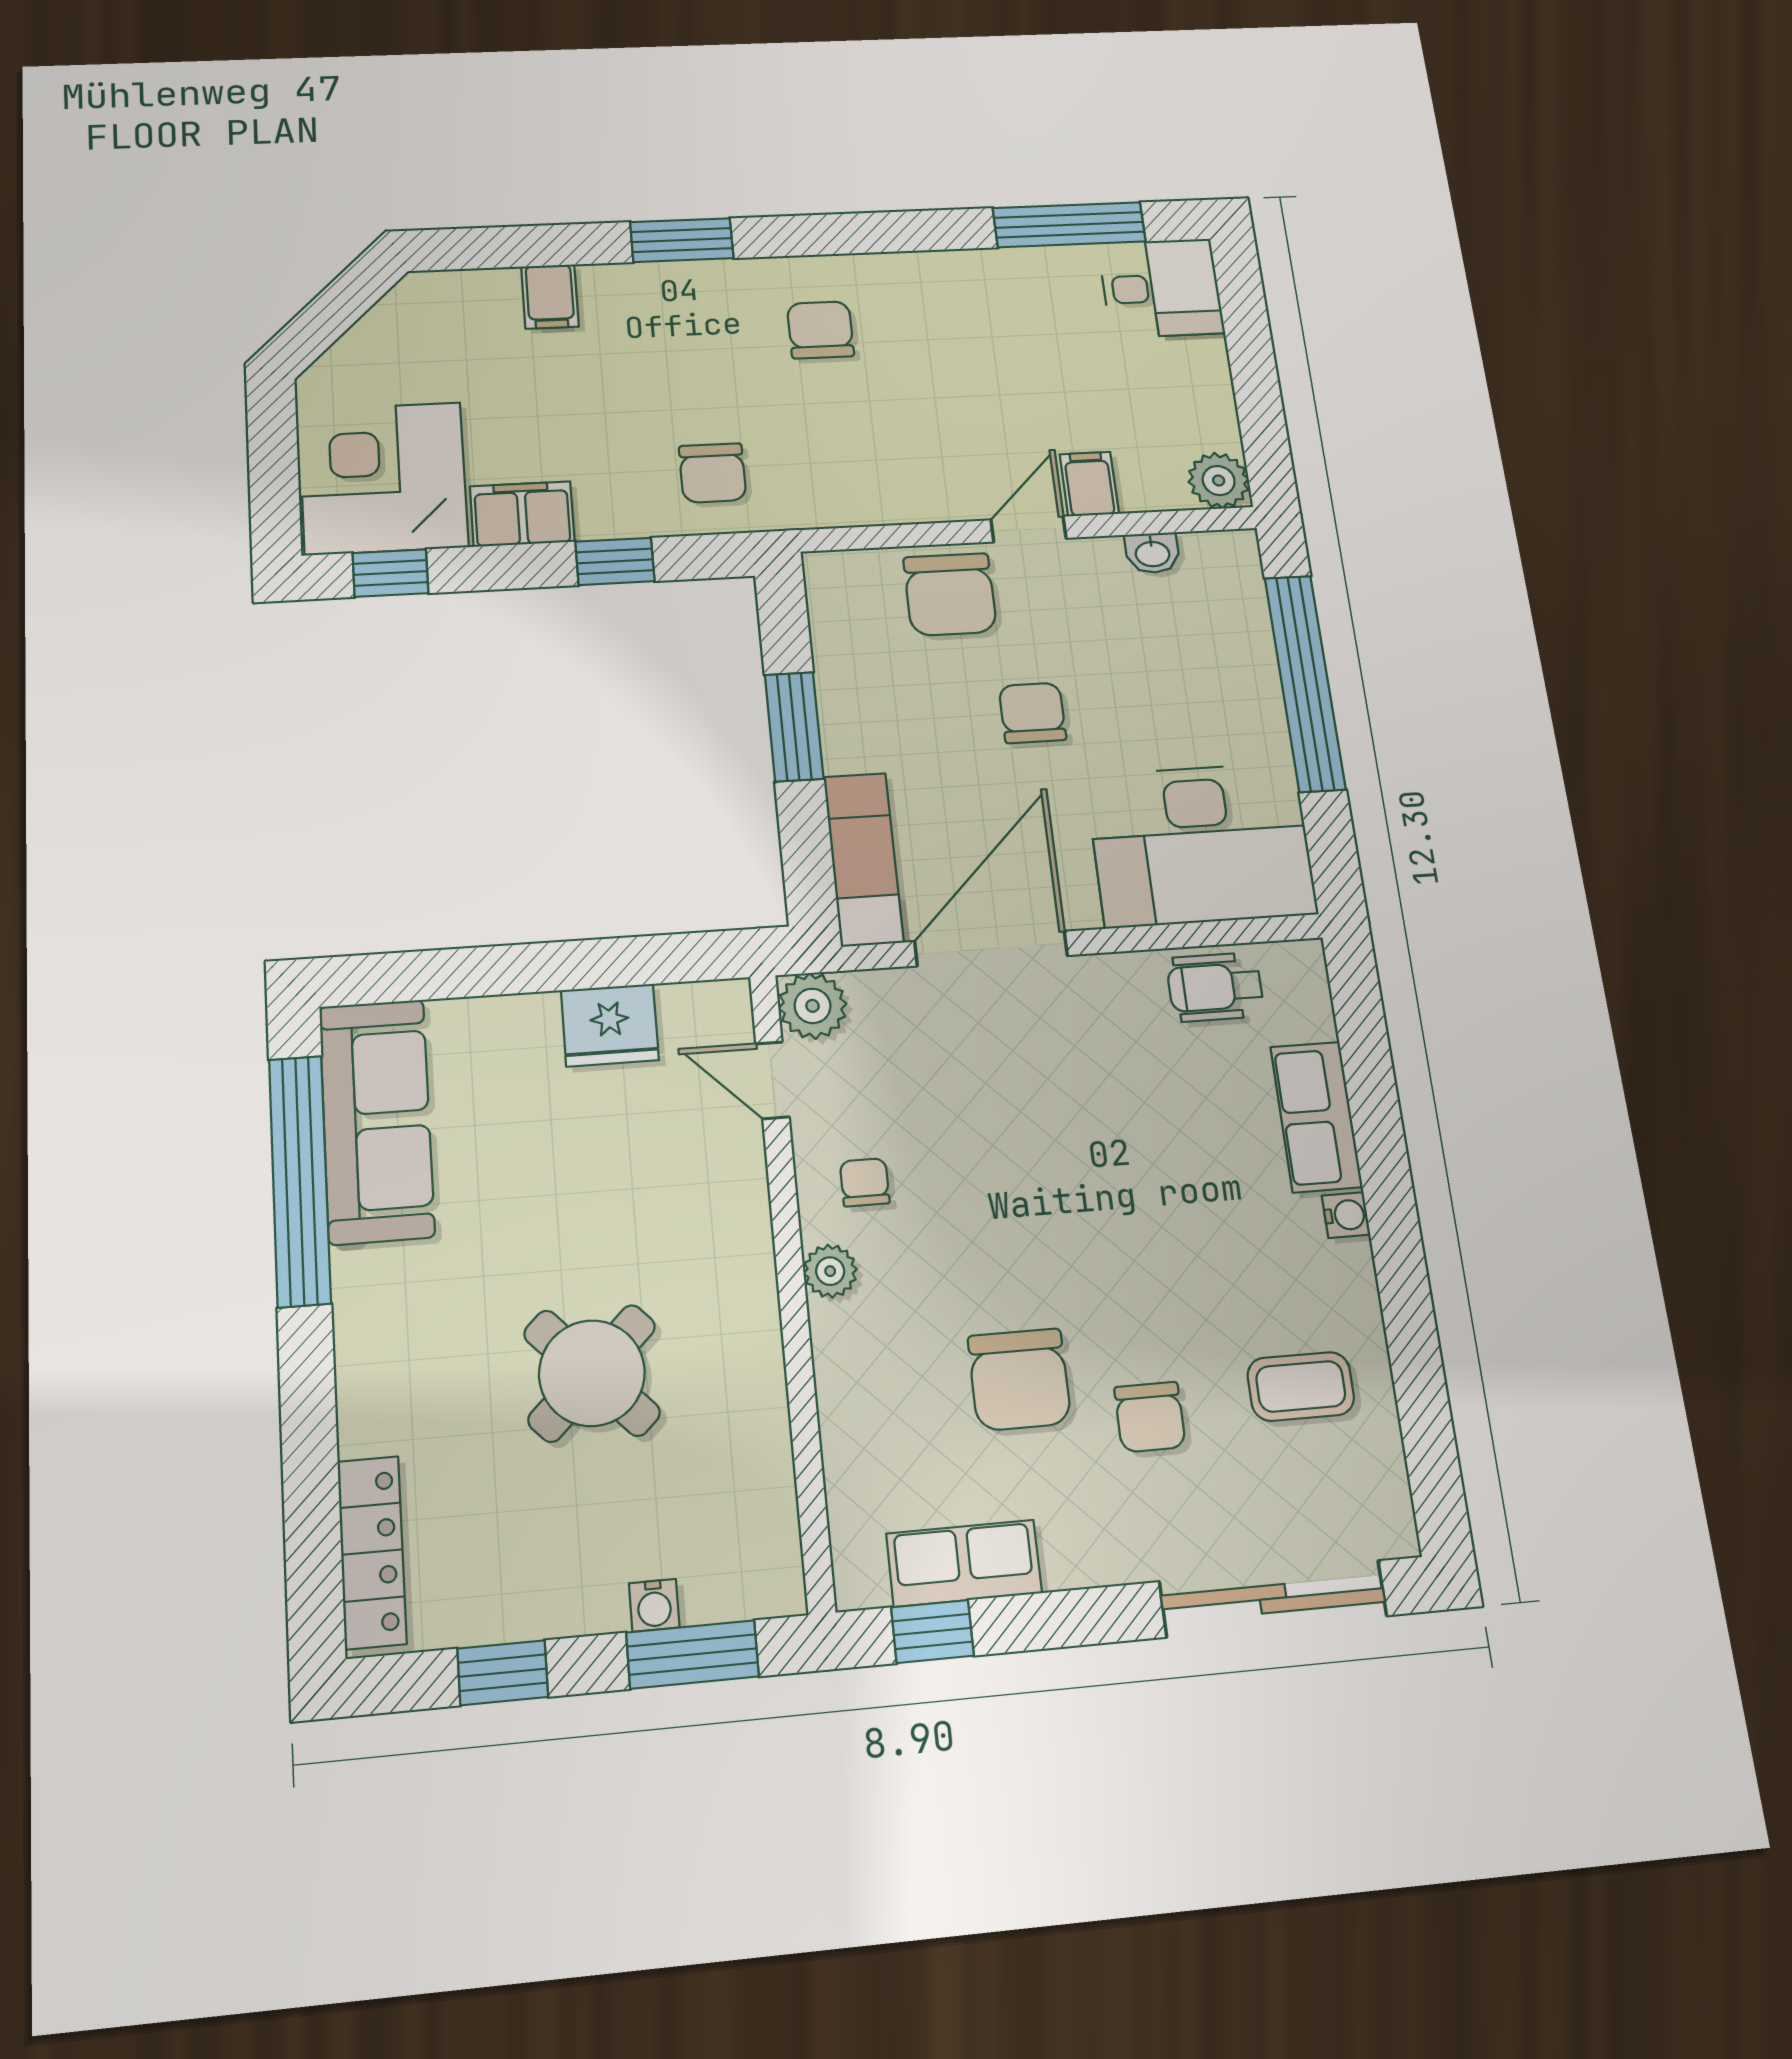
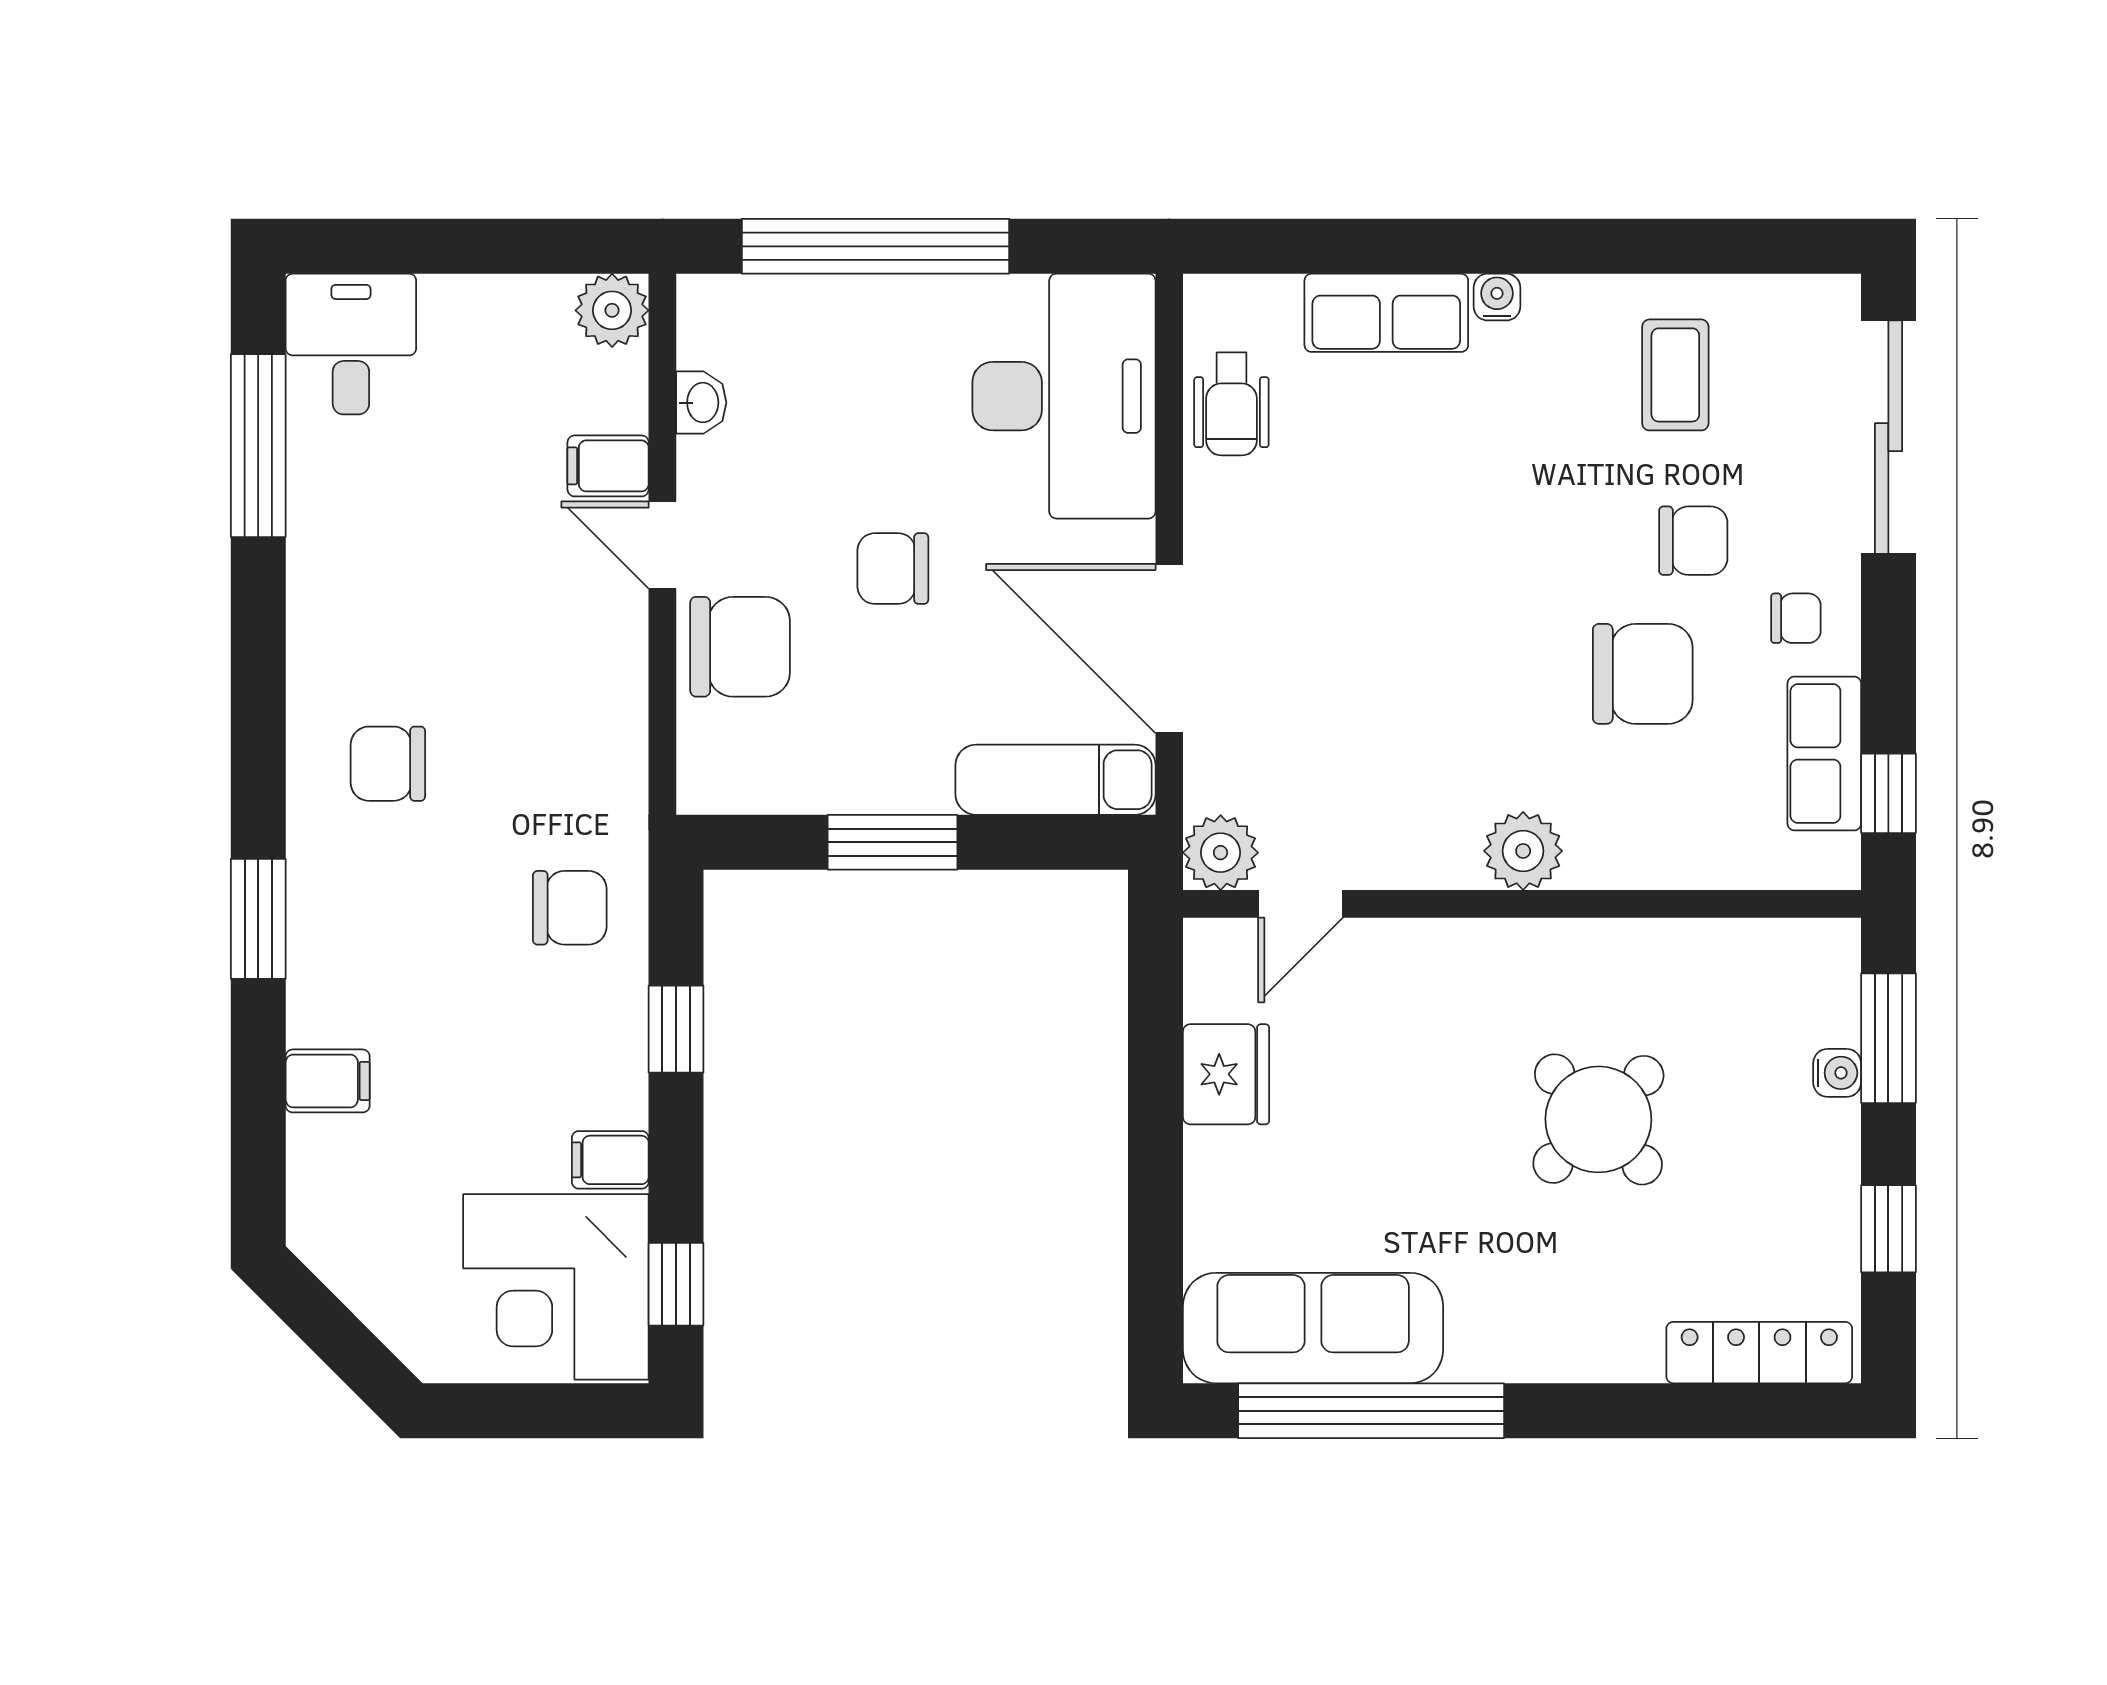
filing cabinet: (522, 514) -> (610, 1160), width x0.50
chair: (865, 1182) -> (1796, 618), moved, turned 180
plant: (830, 1271) -> (1523, 851), width x1.38, depth x1.38

